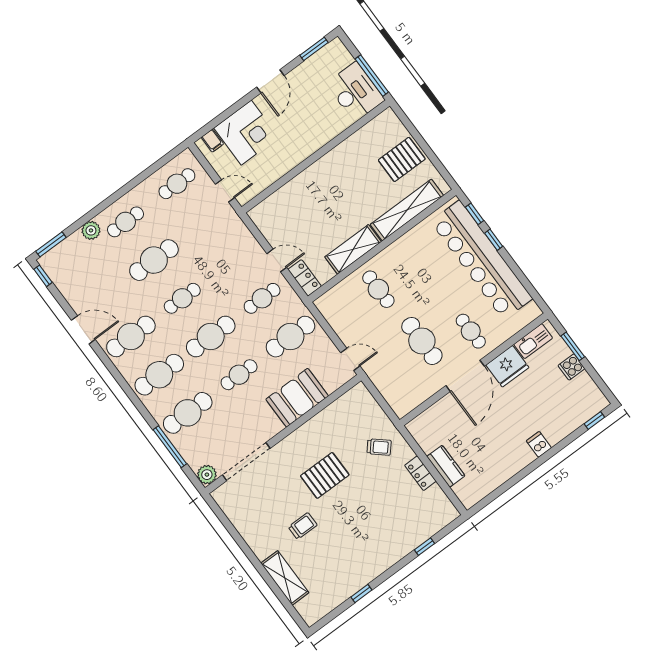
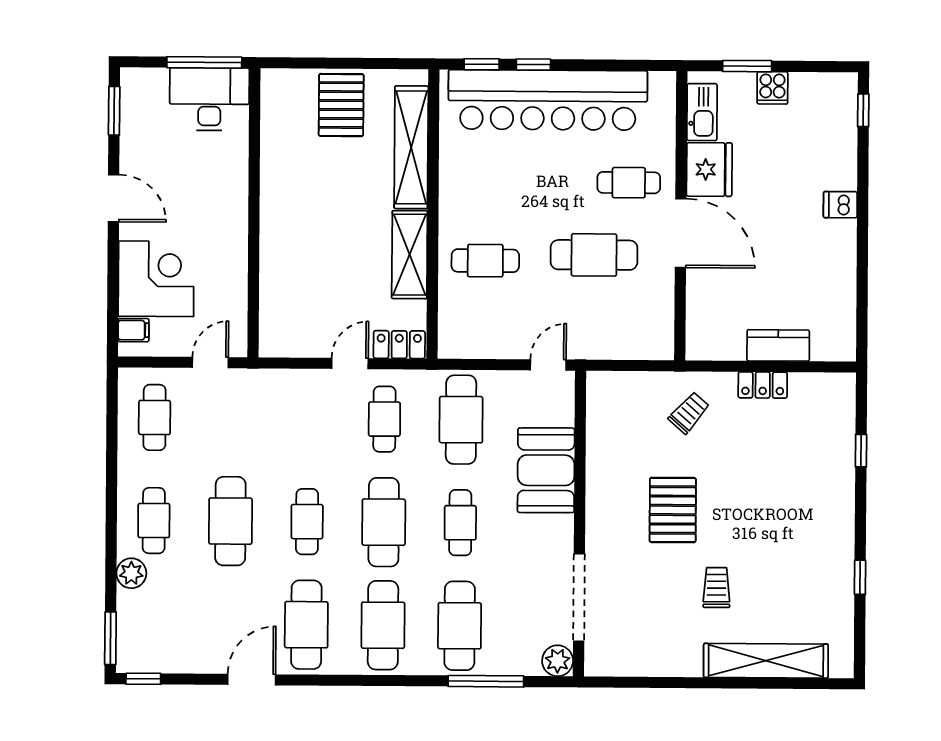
shelving: (285, 578) -> (766, 661), width x1.47

